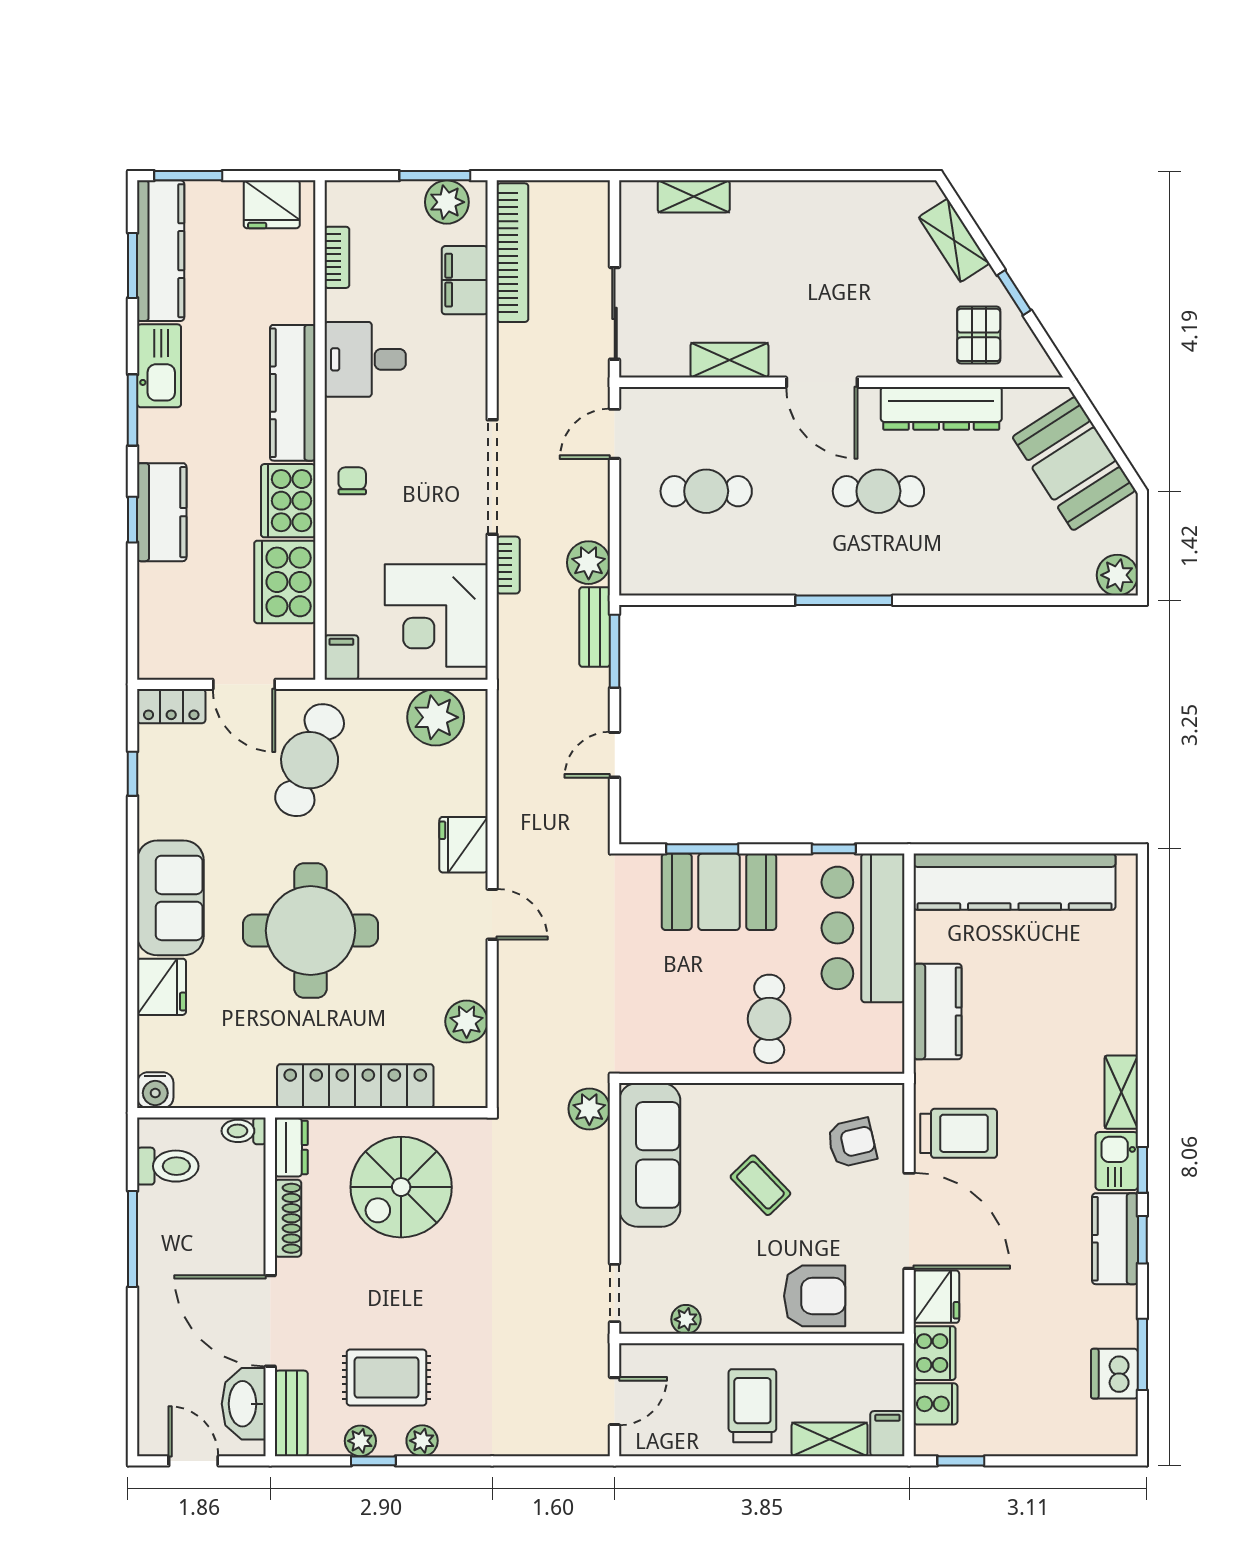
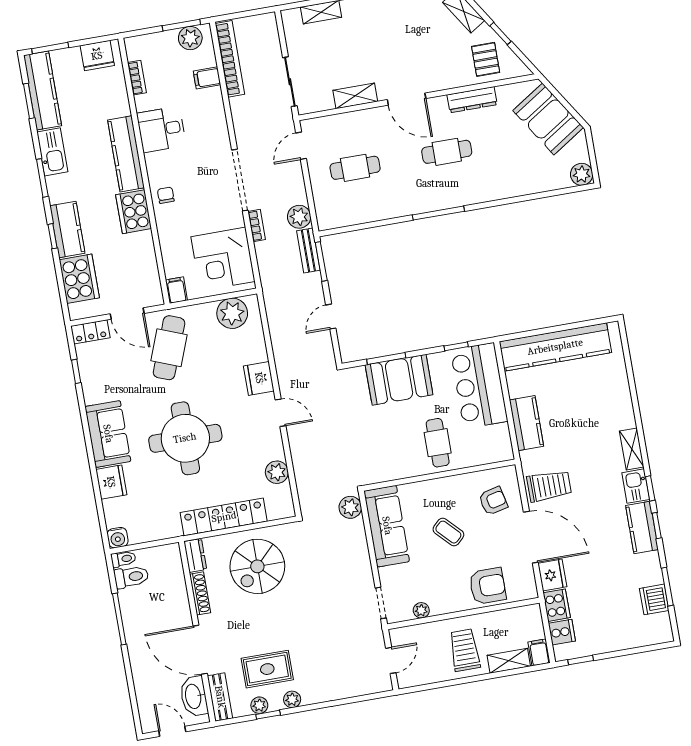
filing cabinet: (465, 280) -> (207, 78), width x0.50
dresser: (941, 408) -> (472, 100), width x0.73, depth x0.80
cooker: (285, 582) -> (79, 279), moved, turned 180
toilet: (244, 1131) -> (123, 559), moved, turned 180

